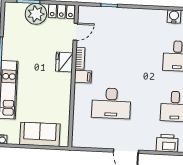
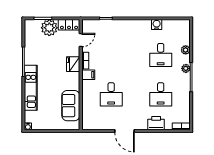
desk: (111, 103) -> (111, 94), width x0.73
sofa: (40, 134) -> (71, 106), moved, turned -90

